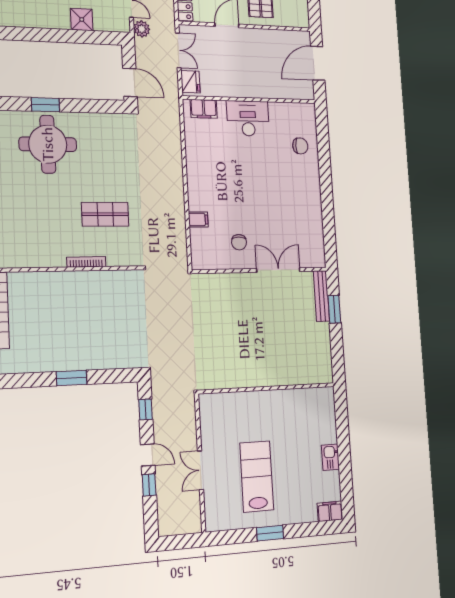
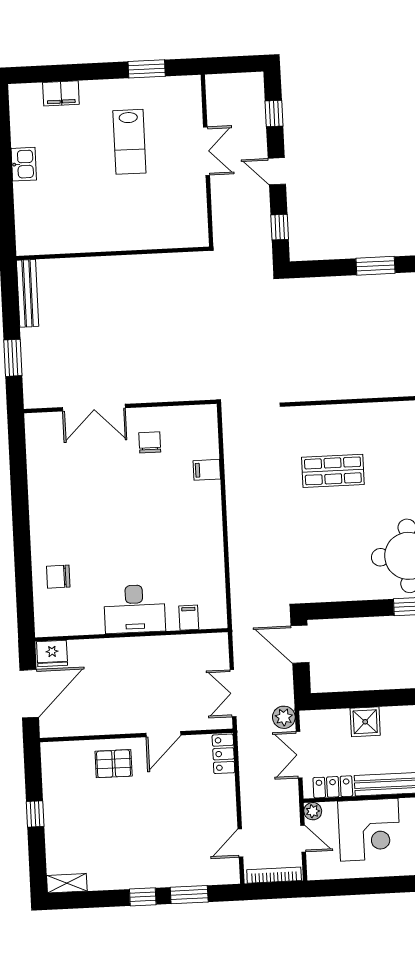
fridge: (190, 82) -> (52, 654), moved, turned -90
filing cabinet: (204, 109) -> (189, 618), width x0.50
bookcase: (86, 262) -> (358, 410), removed
bench: (321, 296) -> (28, 293), moved
lab bench: (257, 476) -> (129, 142), width x0.73, depth x0.72
window: (149, 485) -> (274, 113), moved
filing cabinet: (330, 511) -> (61, 93), moved
window: (270, 533) -> (147, 69), moved

